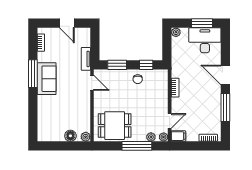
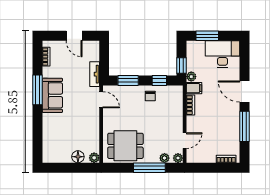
window: (202, 23) -> (207, 36), moved
plant: (176, 32) -> (191, 77), moved
window: (167, 51) -> (182, 66), added
filing cabinet: (178, 136) -> (194, 88), moved

